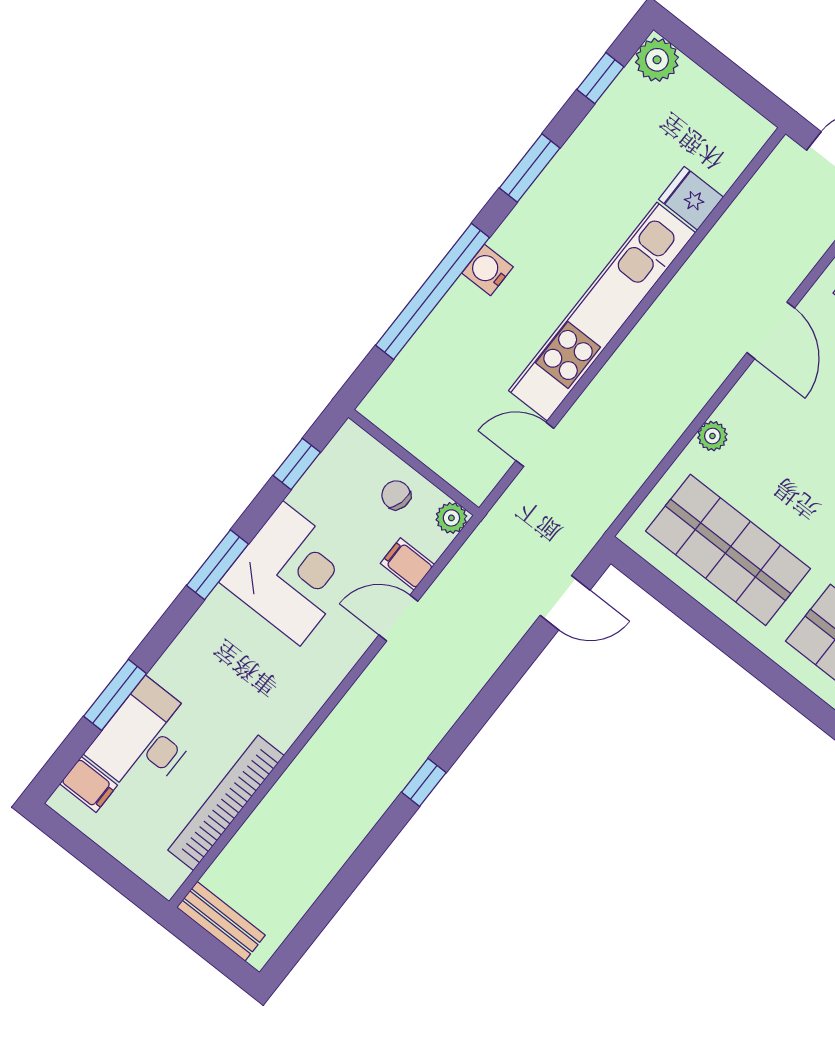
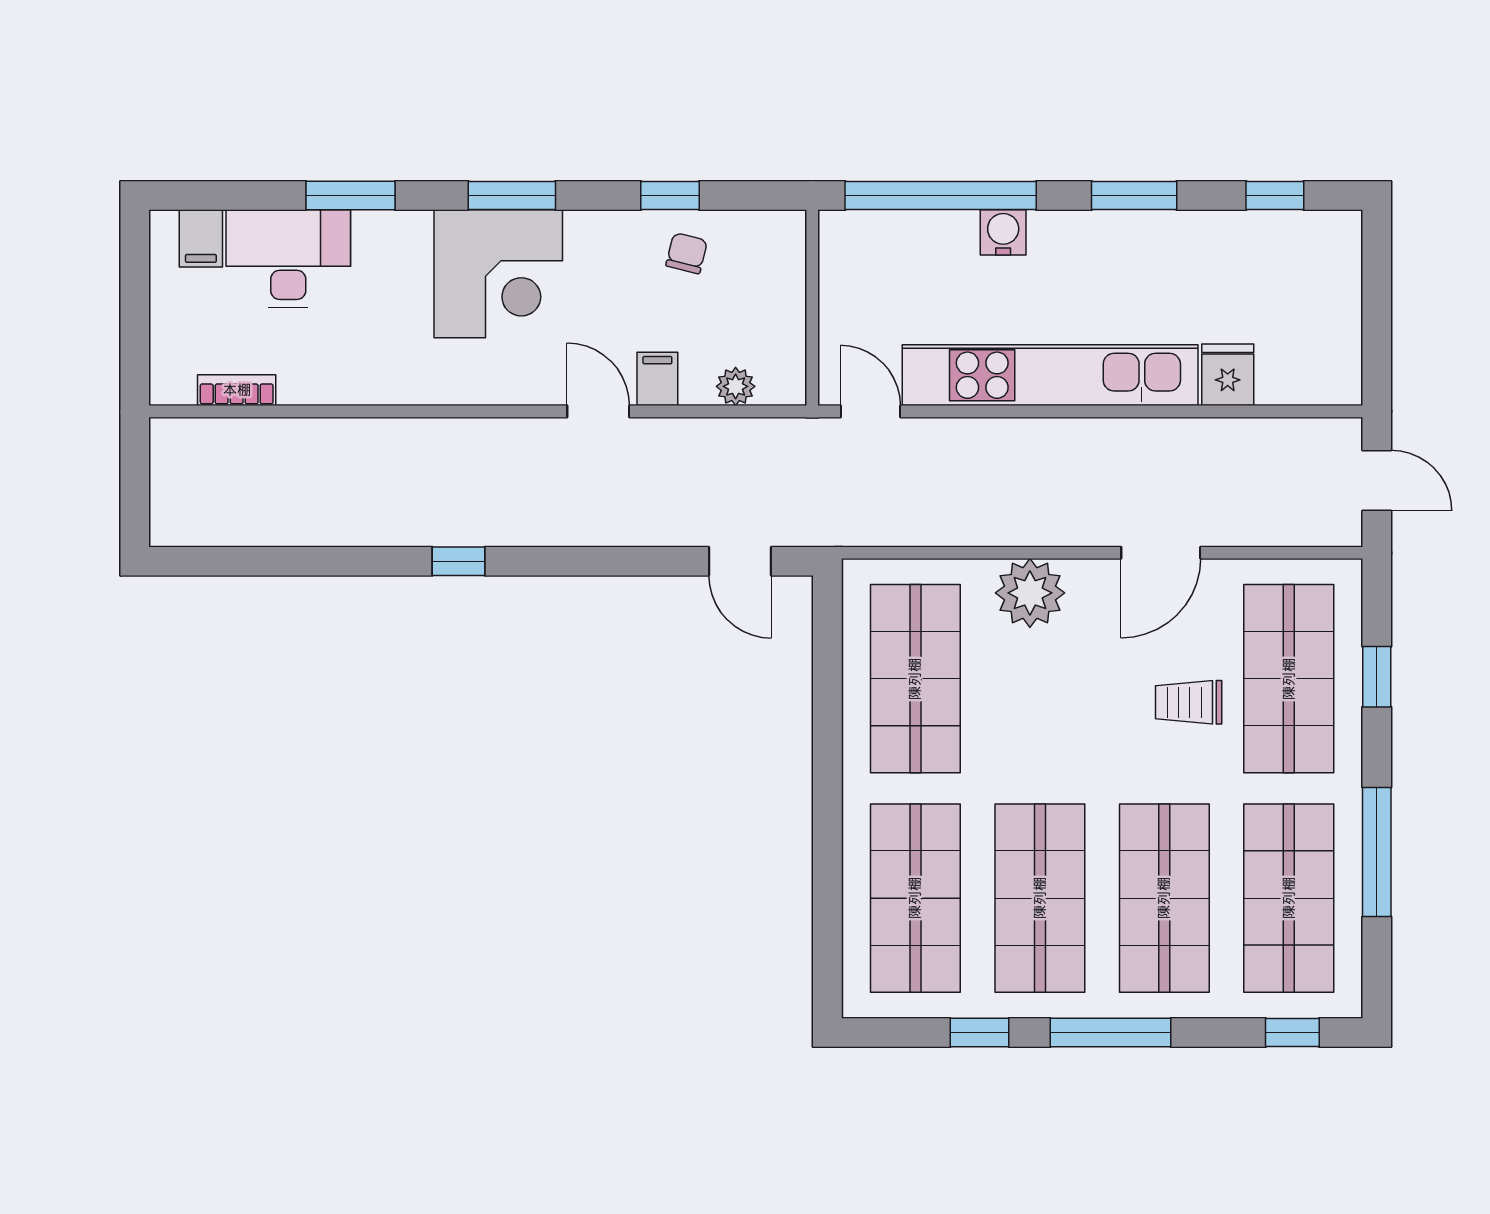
plant: (657, 60) -> (1336, 237), removed
plant: (712, 436) -> (1030, 593), width x1.88, depth x1.88
wall: (414, 463) -> (812, 308), moved
chair: (396, 495) -> (687, 253), moved
corner desk: (291, 573) -> (498, 274), moved
window: (115, 695) -> (350, 196), moved
bookcase: (226, 803) -> (237, 390), width x0.43, depth x0.76
bench: (221, 921) -> (169, 471), removed

